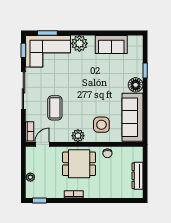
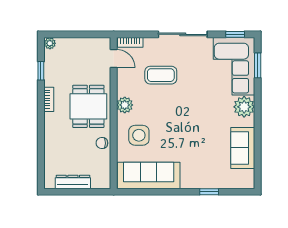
floor lamp: (136, 85) -> (190, 179), removed
plant: (30, 177) -> (50, 43), moved
window: (40, 201) -> (41, 71), moved

